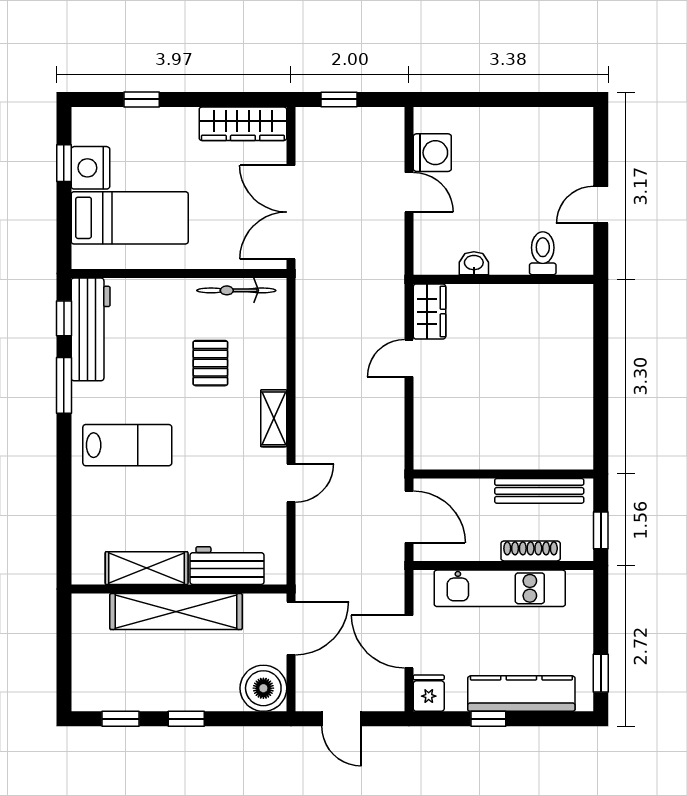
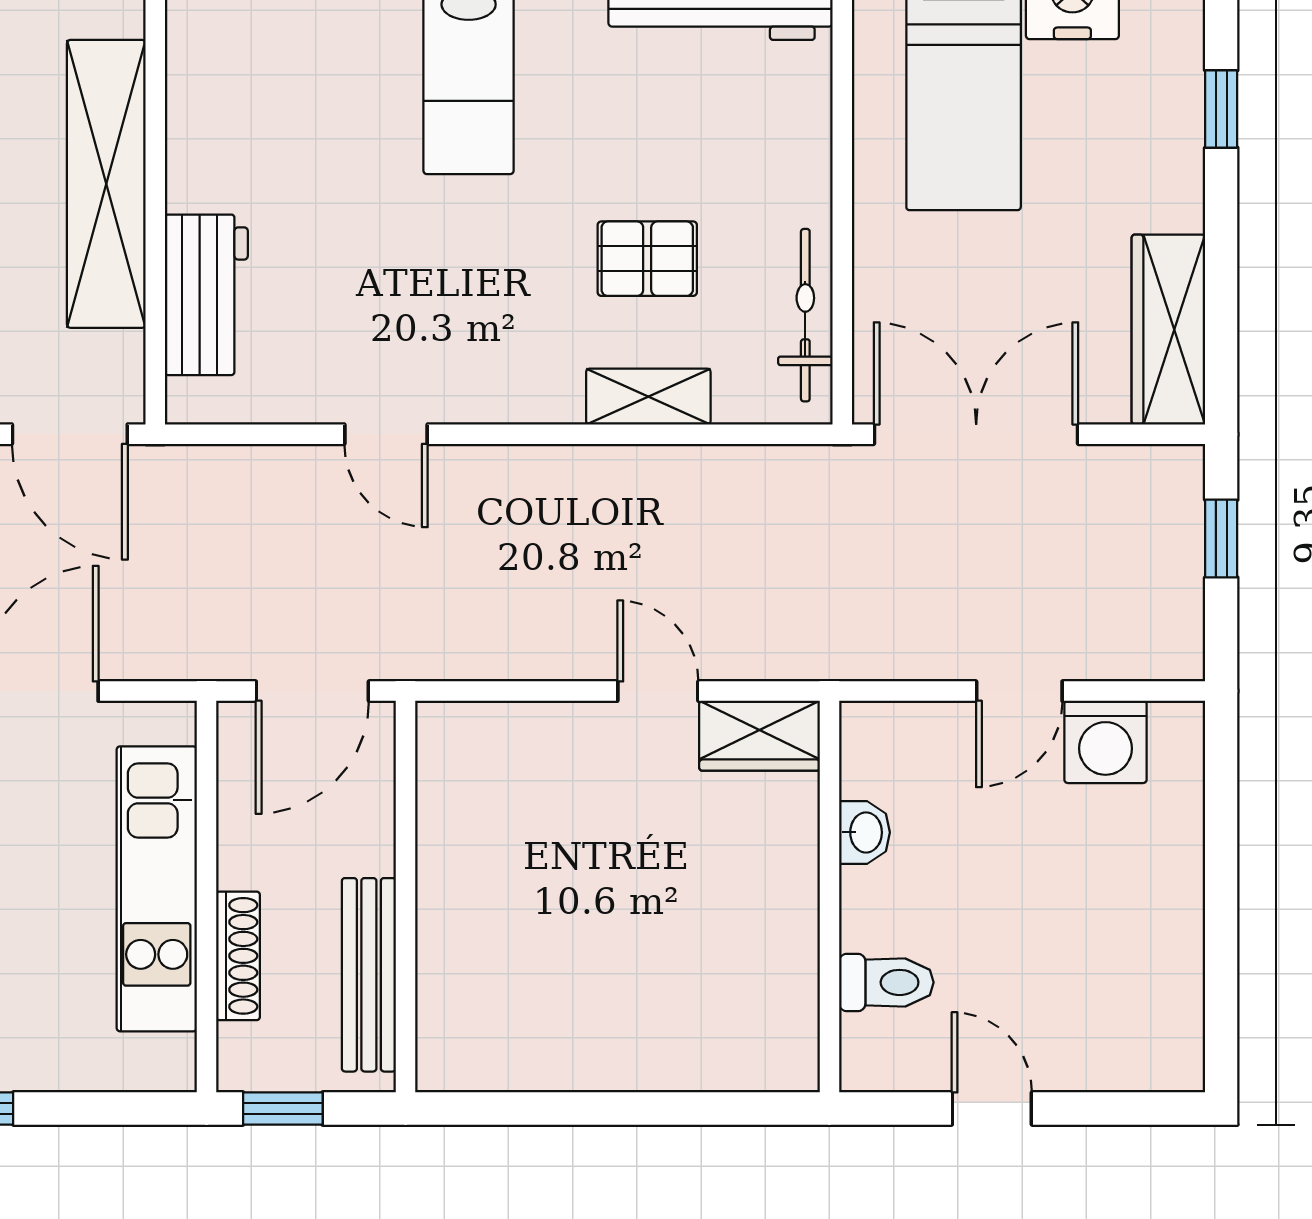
shelving: (274, 418) -> (648, 397), moved
shelving: (147, 568) -> (201, 120), removed

